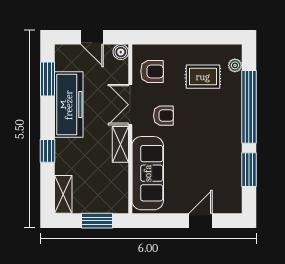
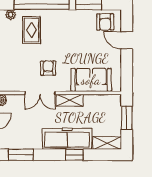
armchair: (152, 71) -> (105, 22), moved, turned 180
rug: (203, 77) -> (32, 30), moved
freezer: (69, 105) -> (67, 139), moved
sofa: (148, 173) -> (91, 80), width x0.73

